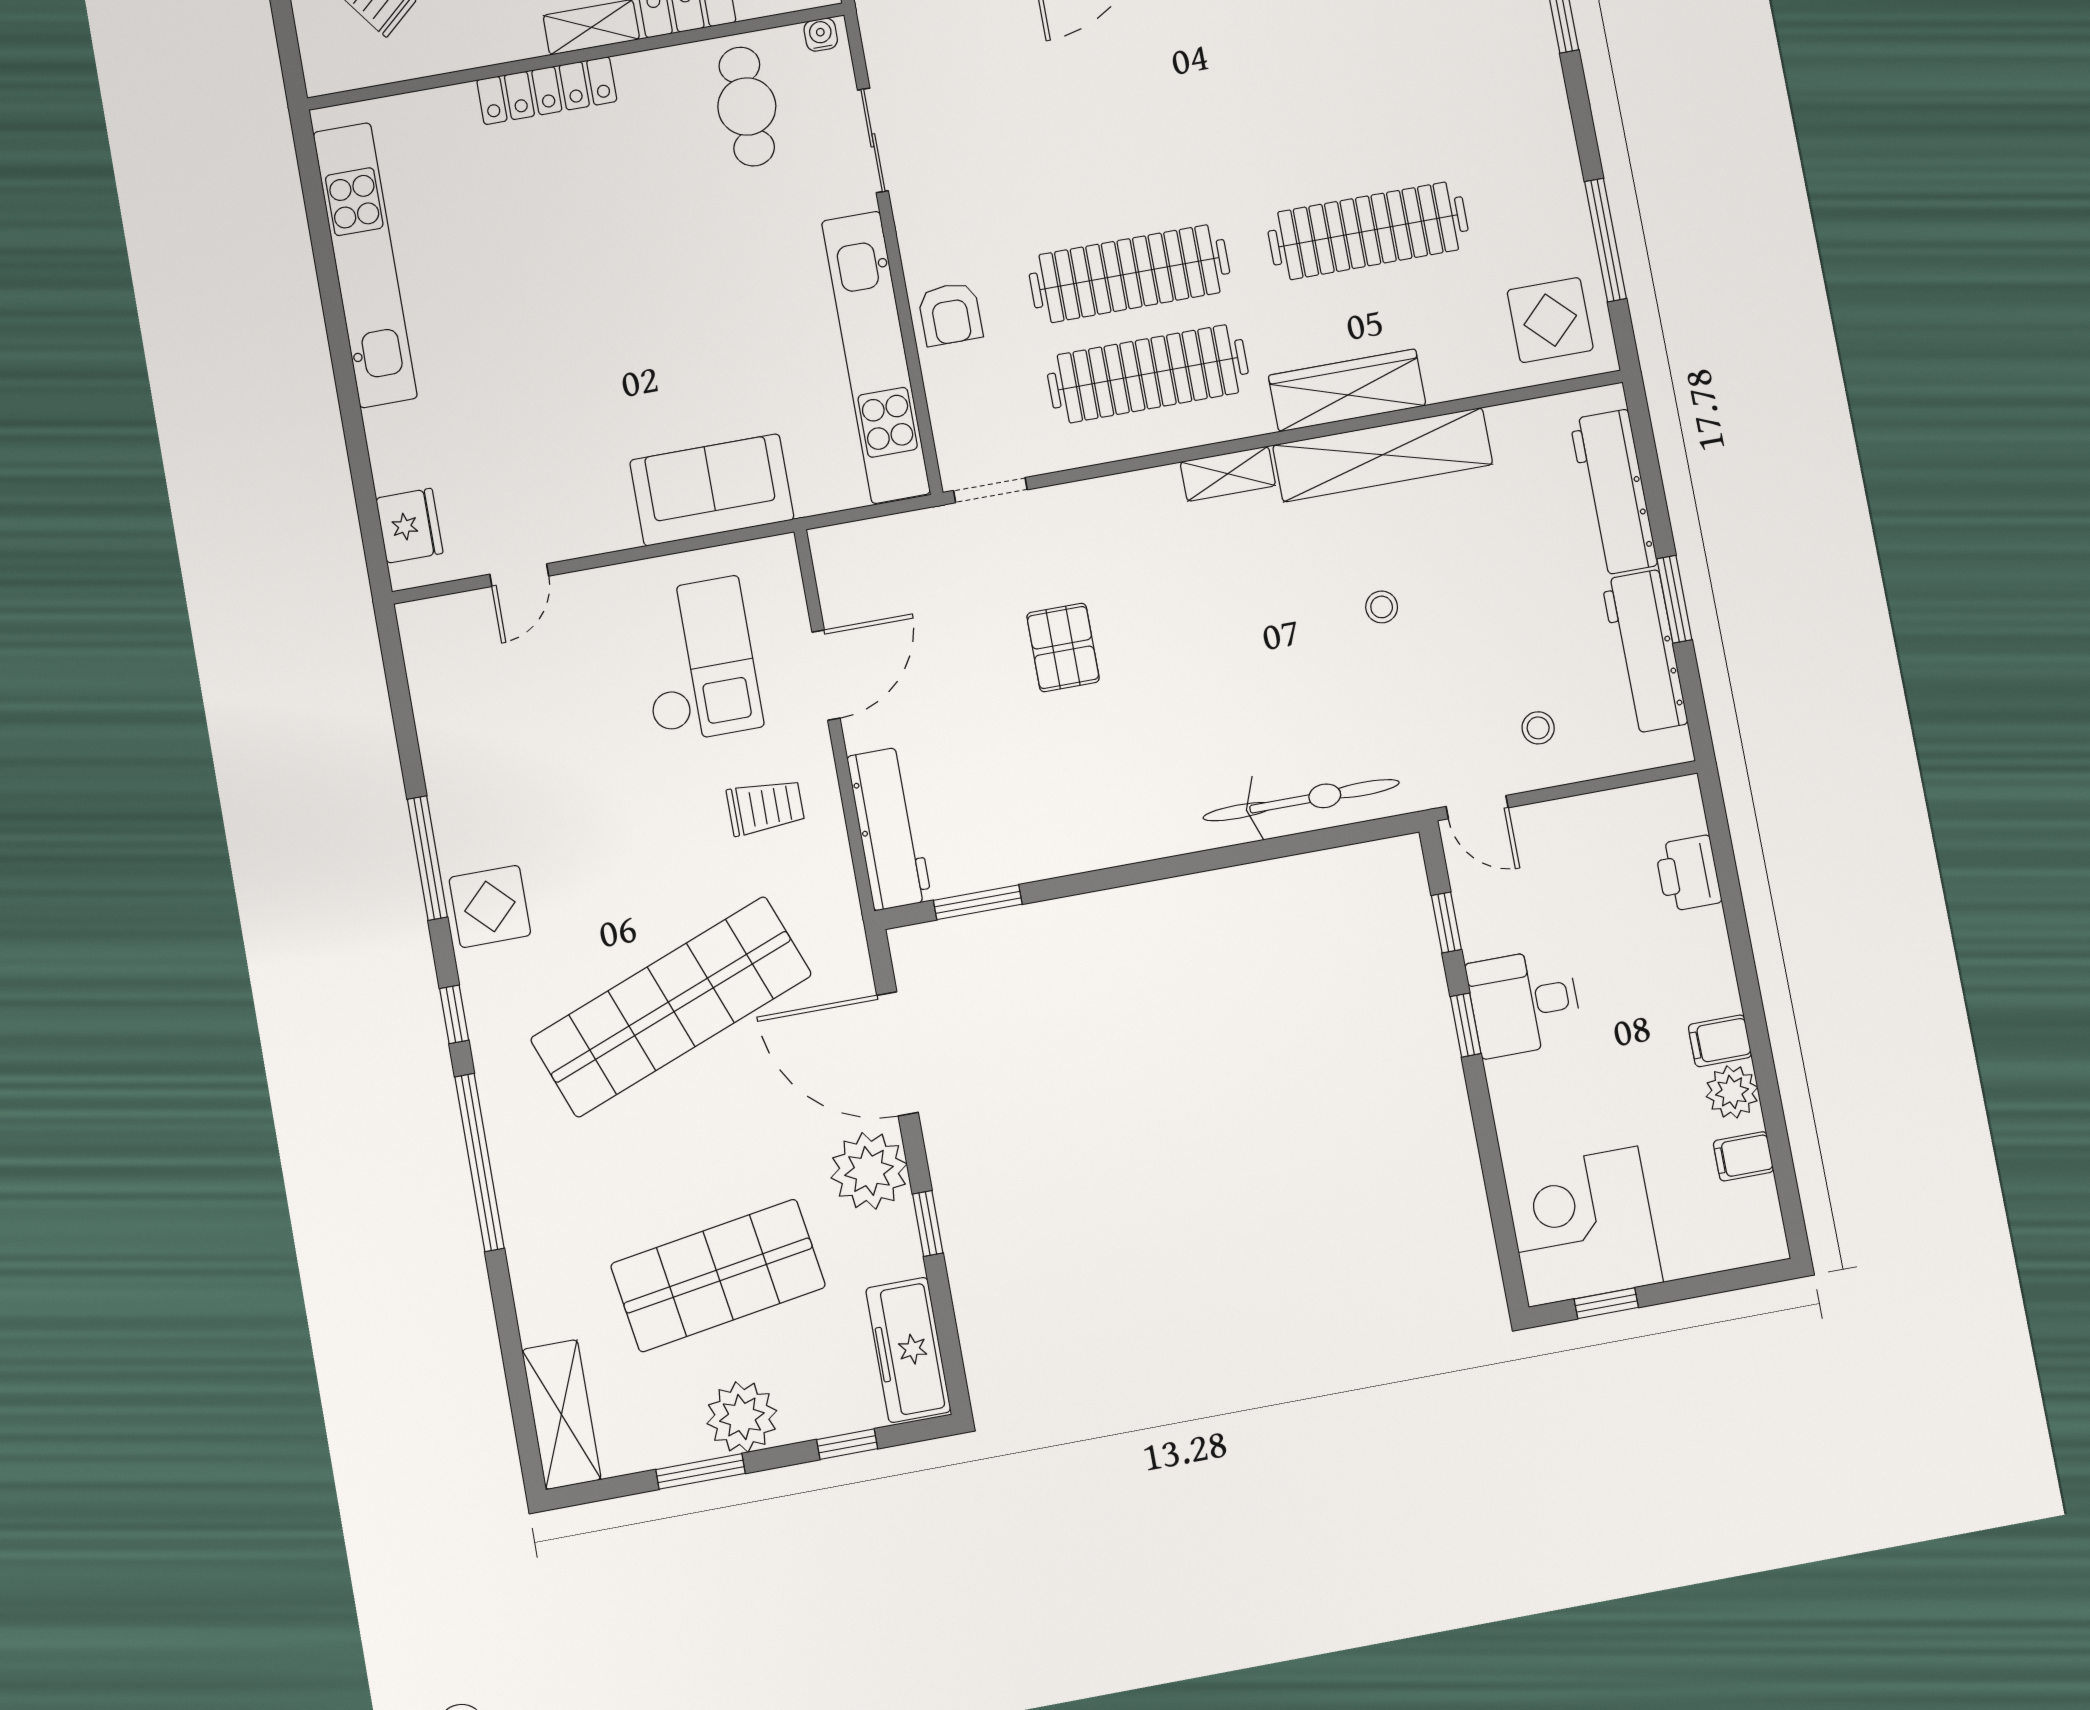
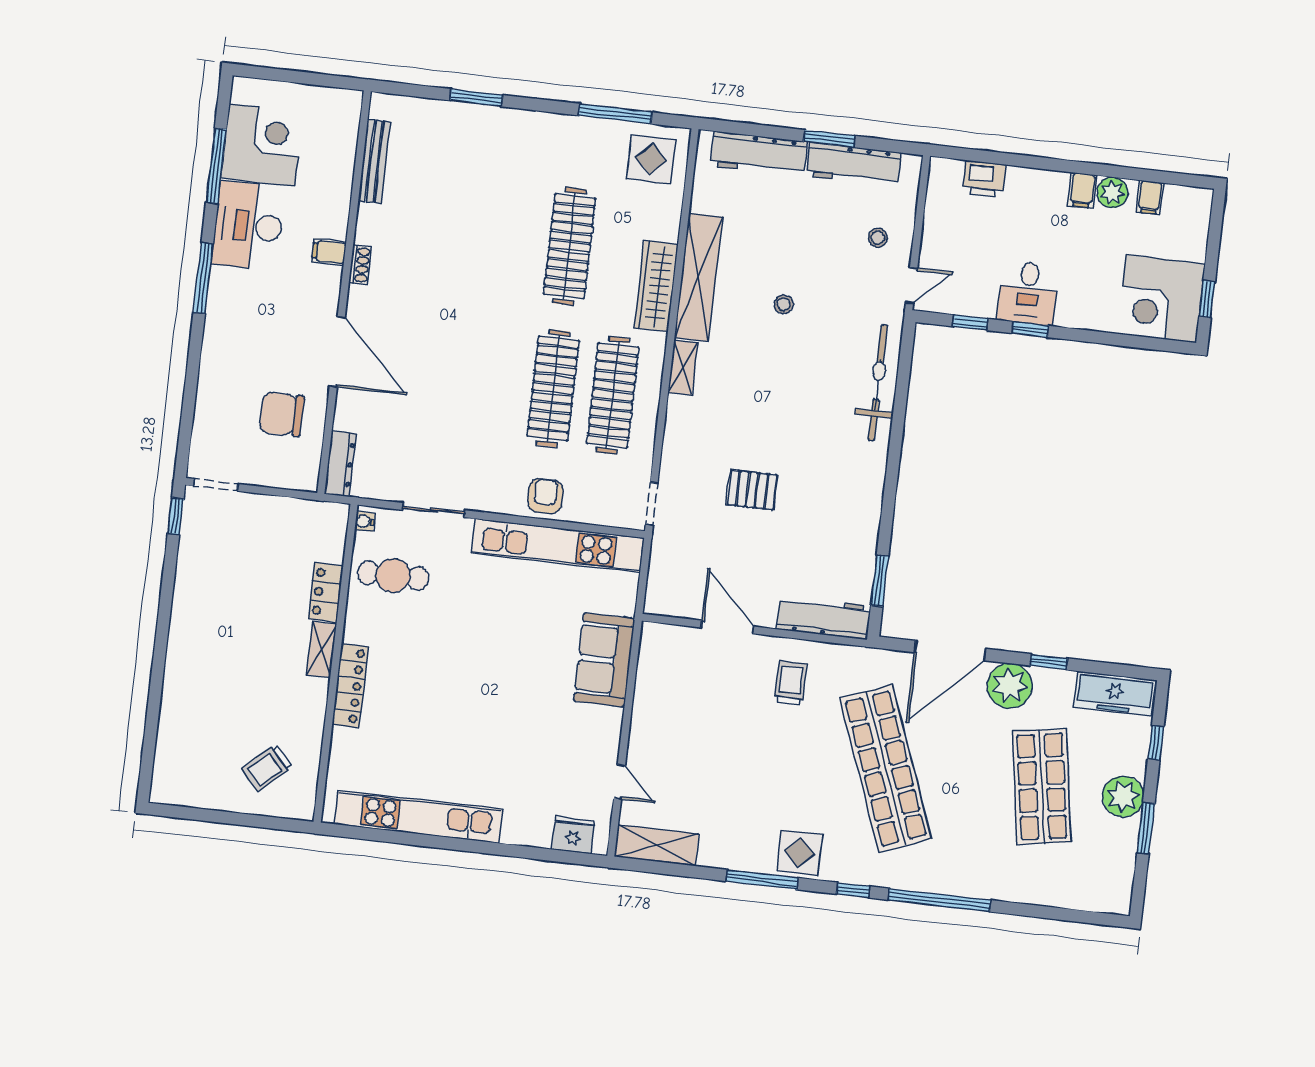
armchair: (950, 314) -> (545, 496), turned -90
checkout: (698, 660) -> (697, 696), removed
shelving: (561, 1415) -> (656, 845), moved

